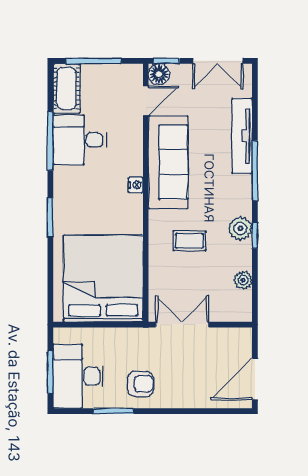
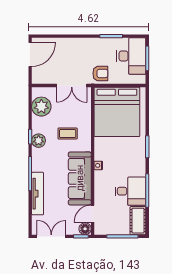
plant: (243, 280) -> (41, 107), width x1.88, depth x1.88
armchair: (140, 384) -> (100, 73), moved, turned 180

